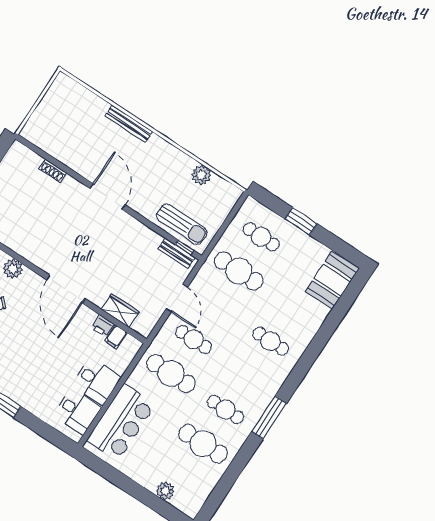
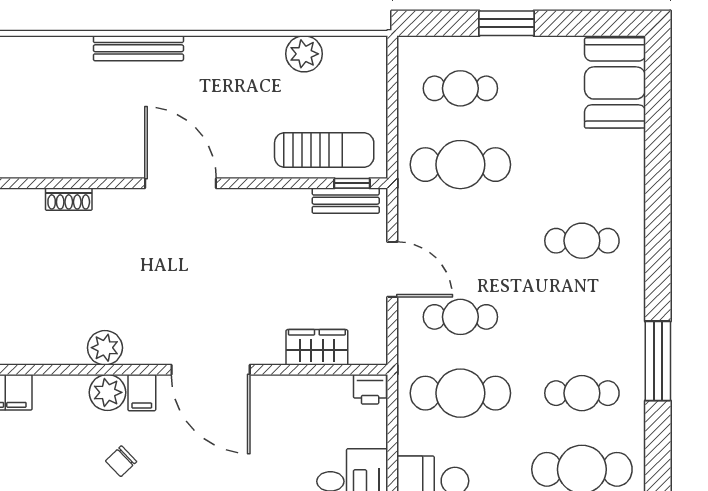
plant: (25, 248) -> (105, 348), added
printer: (102, 326) -> (370, 389), moved
filing cabinet: (116, 337) -> (142, 393), moved

